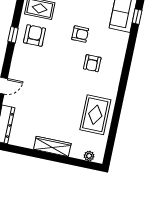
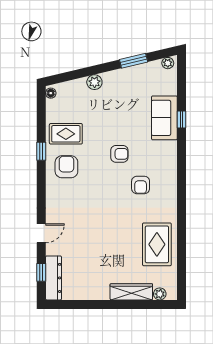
window: (13, 35) -> (41, 151), moved
wardrobe: (52, 146) -> (131, 292), moved

